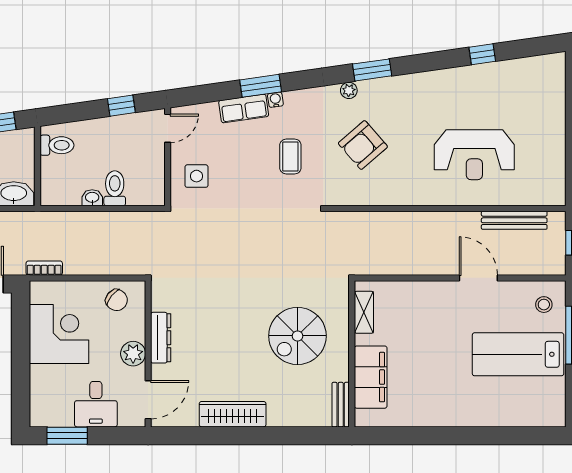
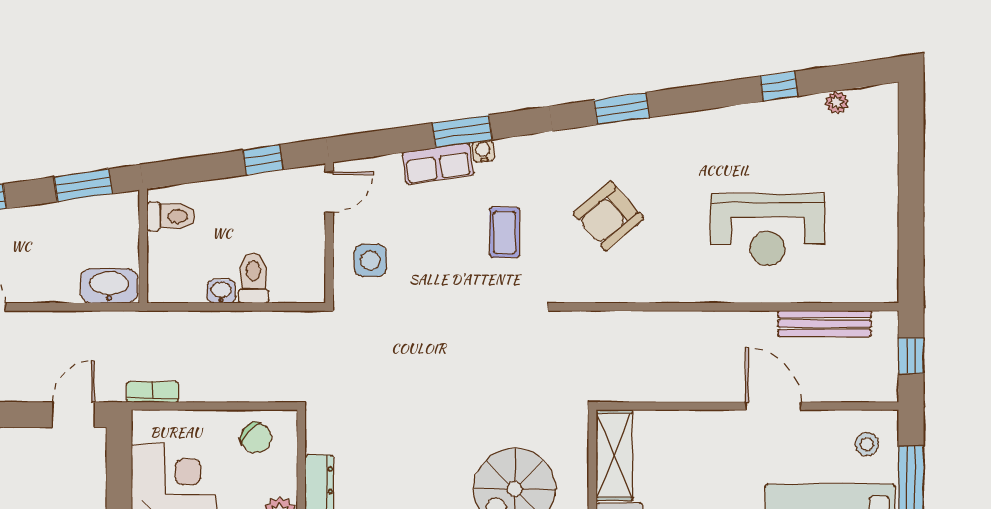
plant: (349, 90) -> (837, 103), moved
shelving: (364, 312) -> (614, 455), width x1.50, depth x1.33

